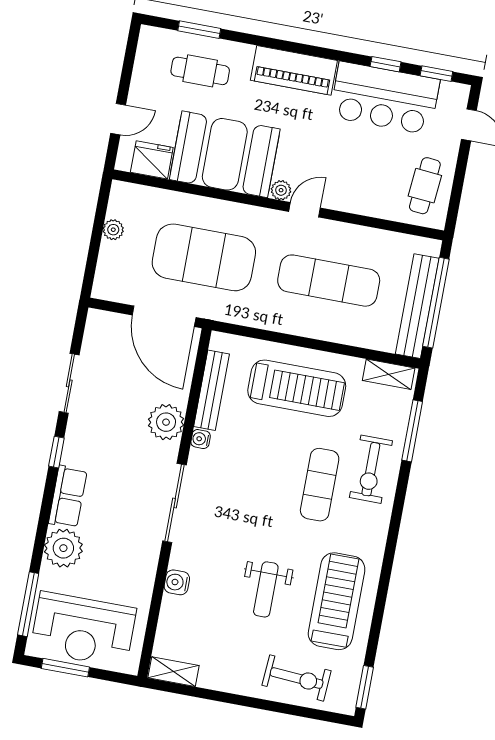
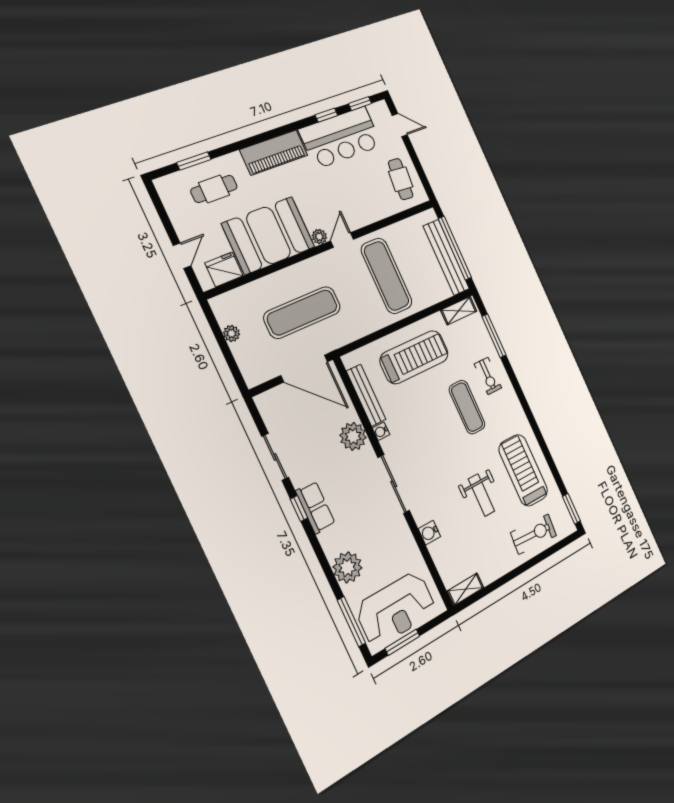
exercise mat: (204, 257) -> (302, 312), width x0.68
exercise mat: (329, 281) -> (387, 276), turned 90
exercise bike: (371, 469) -> (488, 376), width x0.73, depth x0.72
row of seats: (68, 497) -> (315, 507), moved

